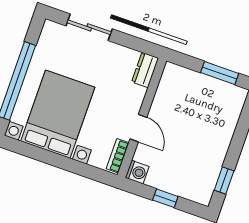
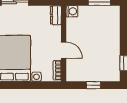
washing machine: (137, 172) -> (72, 11), moved

